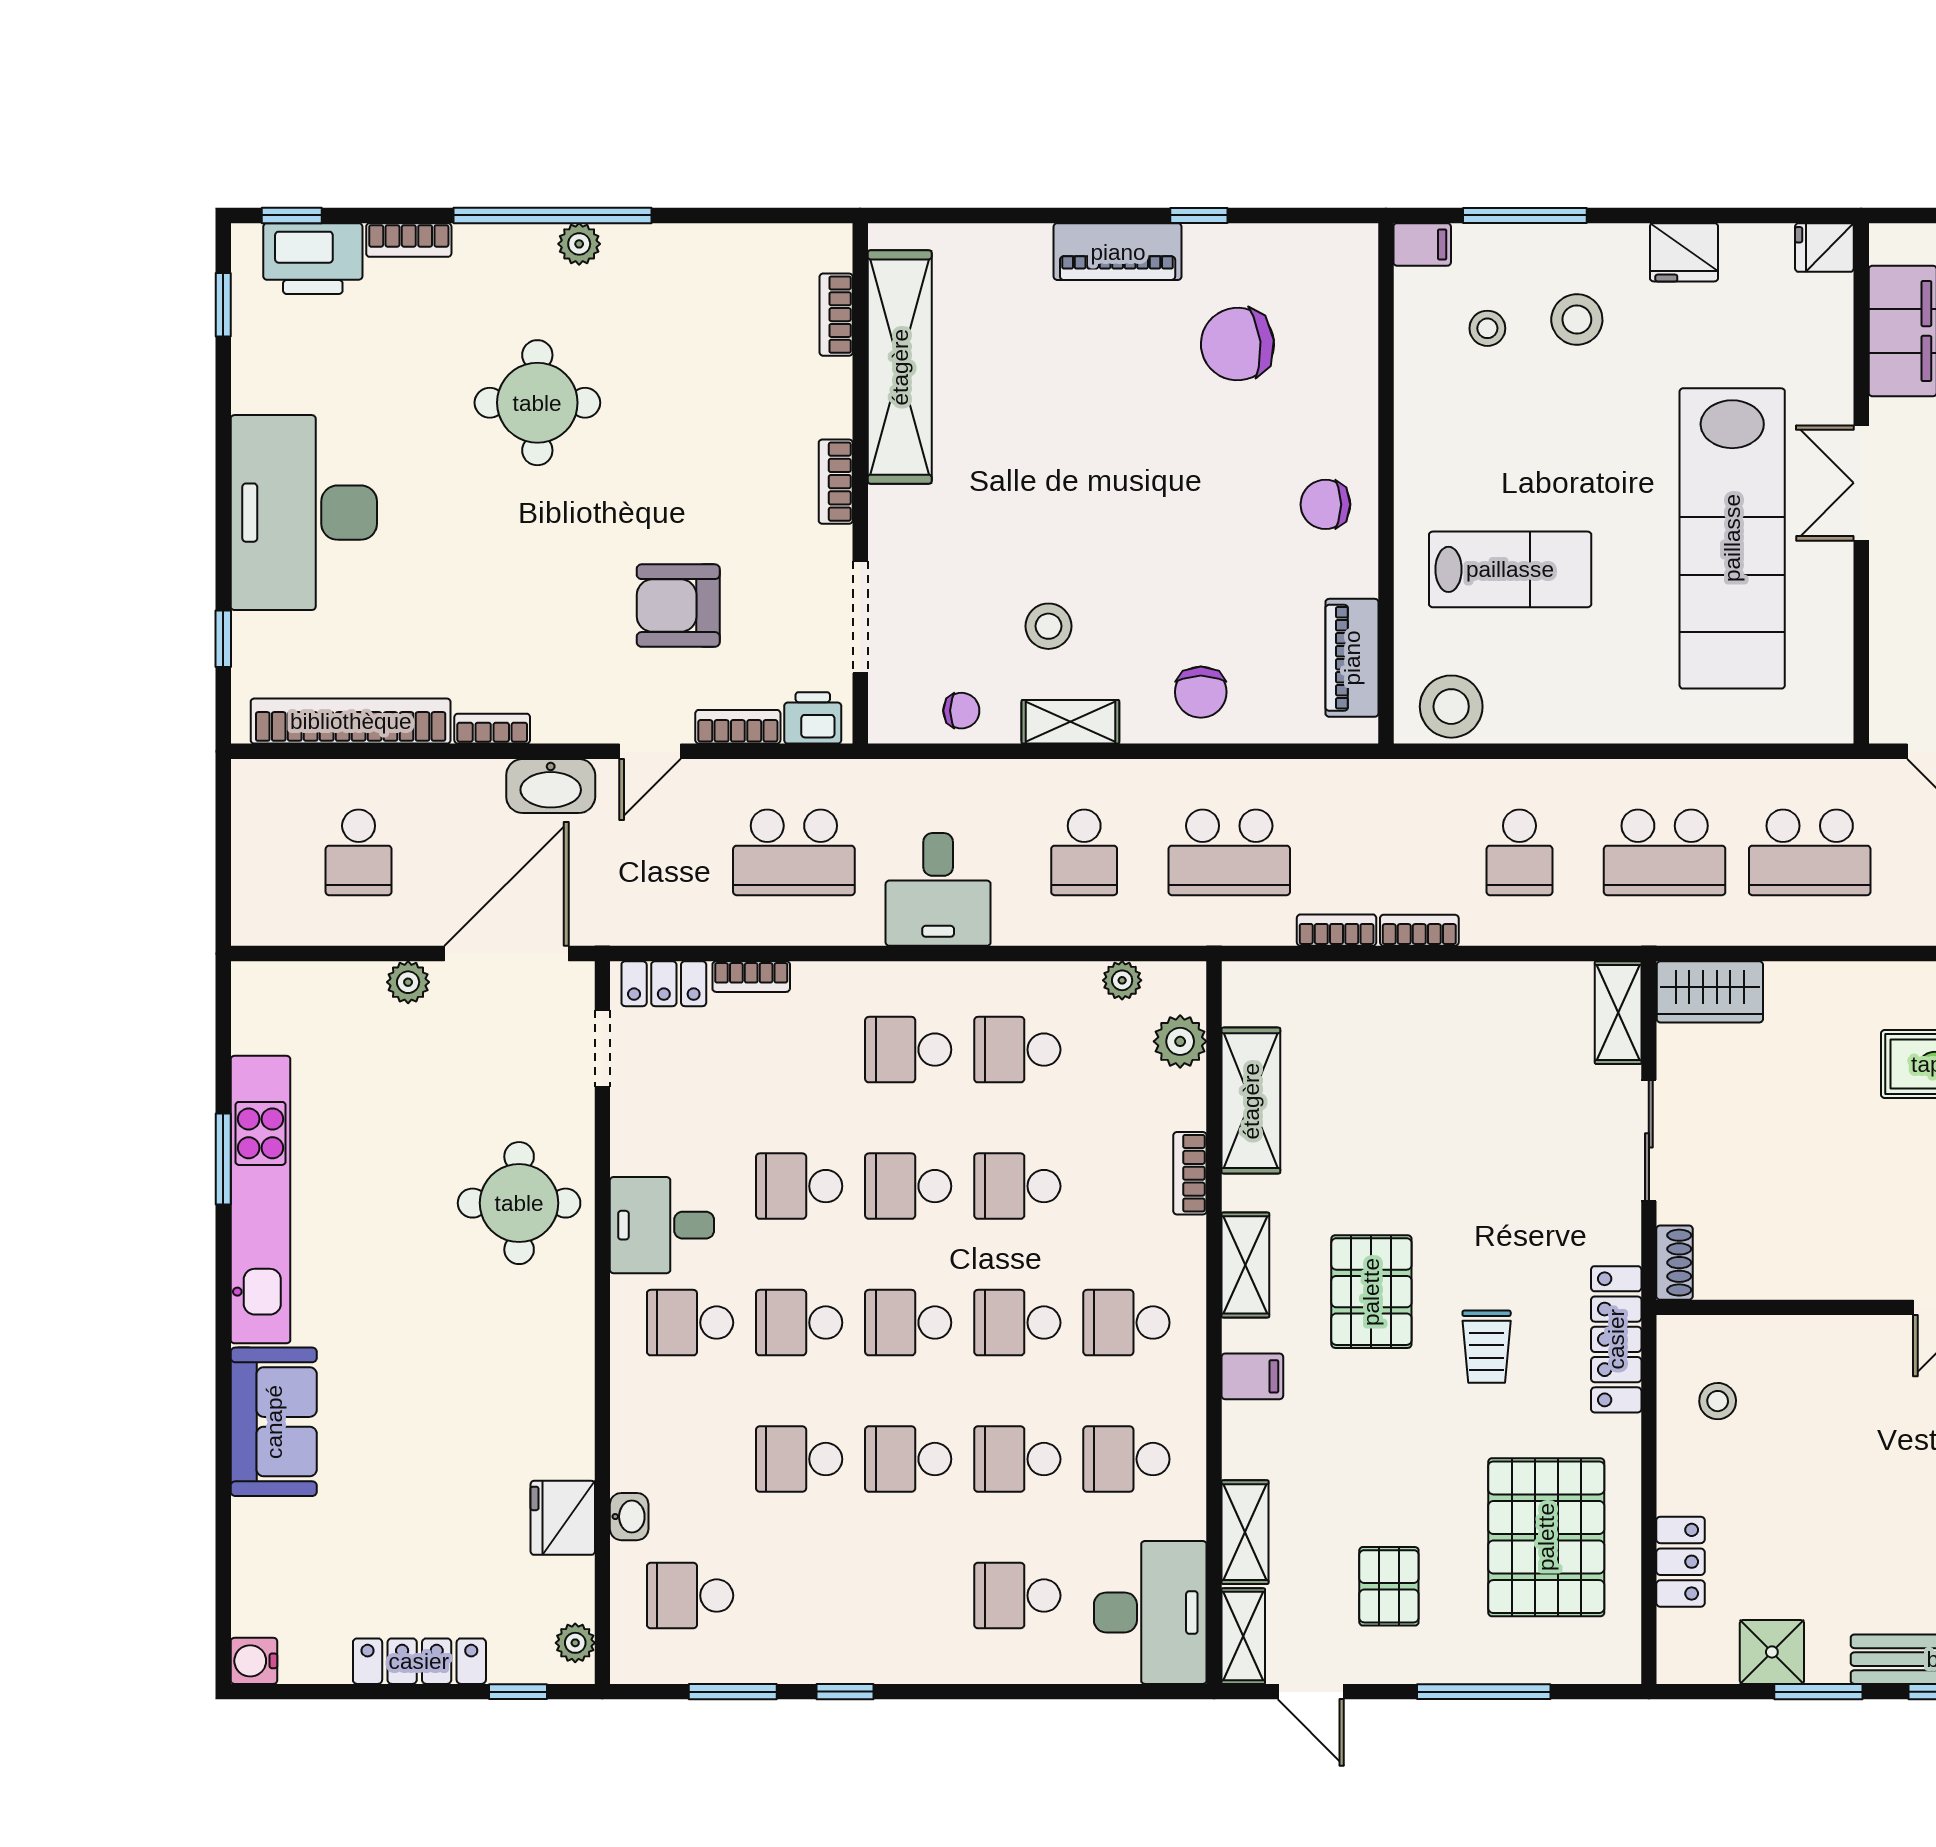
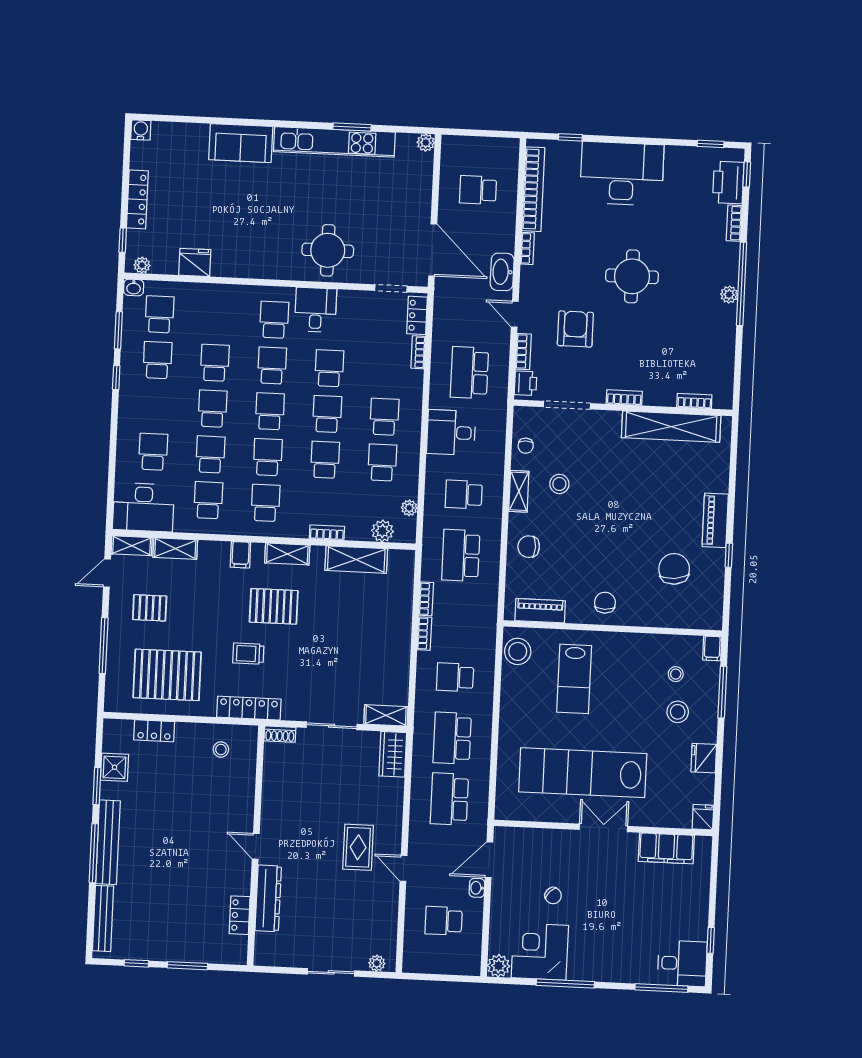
round table: (537, 403) -> (632, 276), moved
plant: (408, 982) -> (426, 143), moved
washbasin: (629, 1517) -> (134, 287), moved
school desk: (799, 1596) -> (157, 360), added

